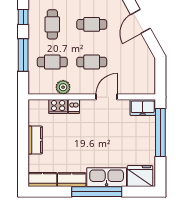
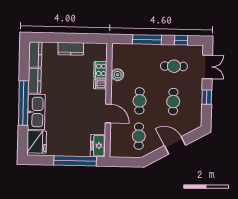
cafe table: (52, 62) -> (139, 136), moved

